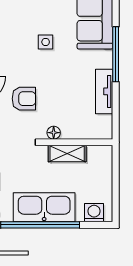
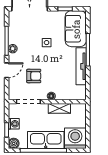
tv unit: (104, 91) -> (81, 66), width x1.41
washing machine: (94, 213) -> (75, 138), width x1.89, depth x1.89

